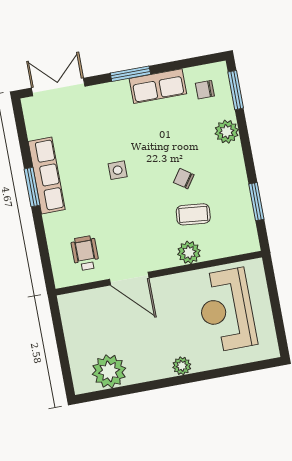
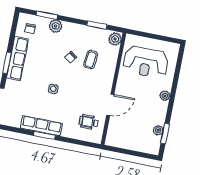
row of seats: (158, 86) -> (17, 58), width x1.48
window: (236, 90) -> (47, 15), moved
plant: (189, 252) -> (115, 39), moved
plant: (109, 371) -> (158, 130), width x0.53, depth x0.53
window: (117, 392) -> (165, 134), added

